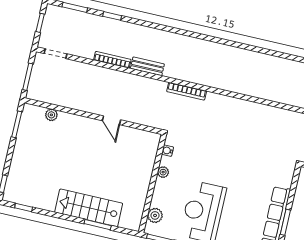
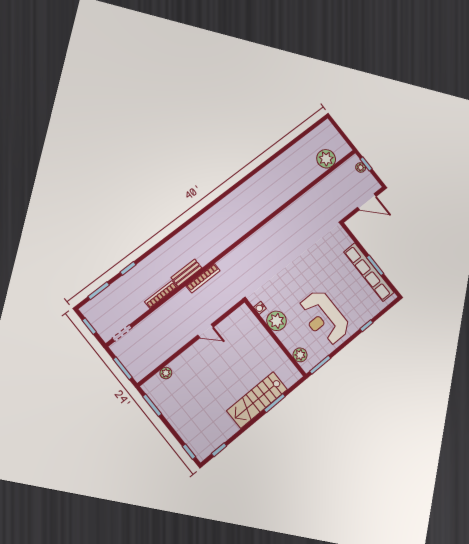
bookcase: (187, 91) -> (203, 278), moved
plant: (163, 172) -> (277, 321), width x1.88, depth x1.88

